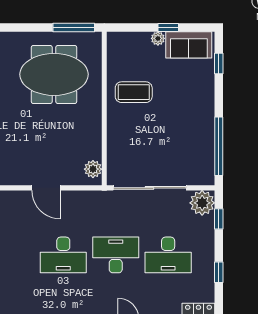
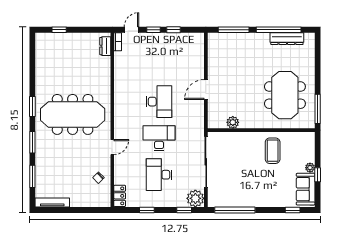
plant: (93, 169) -> (233, 122), moved
desk: (63, 255) -> (159, 102), turned 180
desk: (116, 255) -> (159, 138), turned -90

